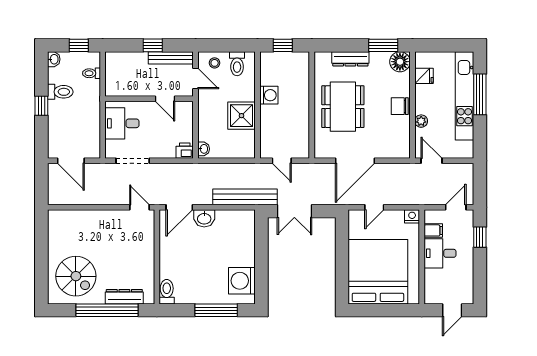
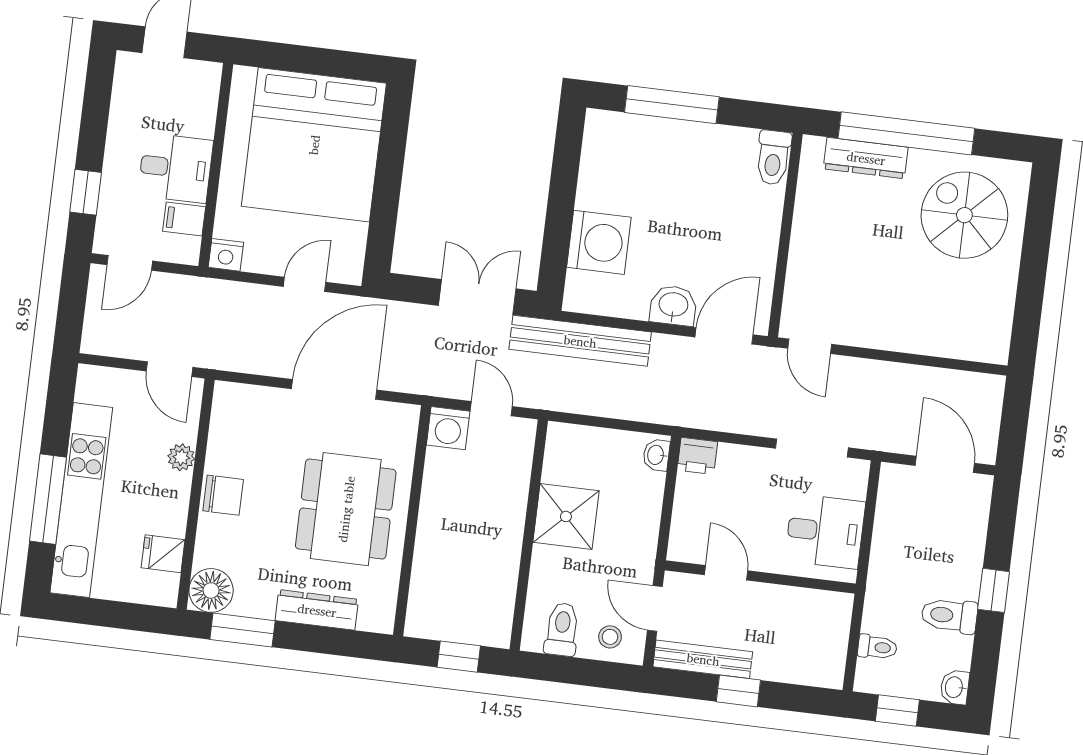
washing machine: (269, 95) -> (448, 428), moved, turned -90
washing machine: (242, 281) -> (599, 242), moved

